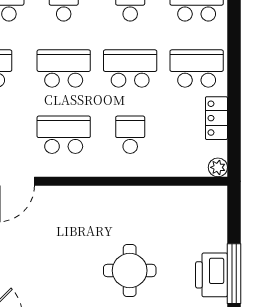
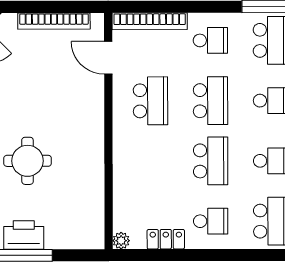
school desk: (197, 69) -> (211, 221), width x0.54
school desk: (130, 135) -> (151, 161), removed

